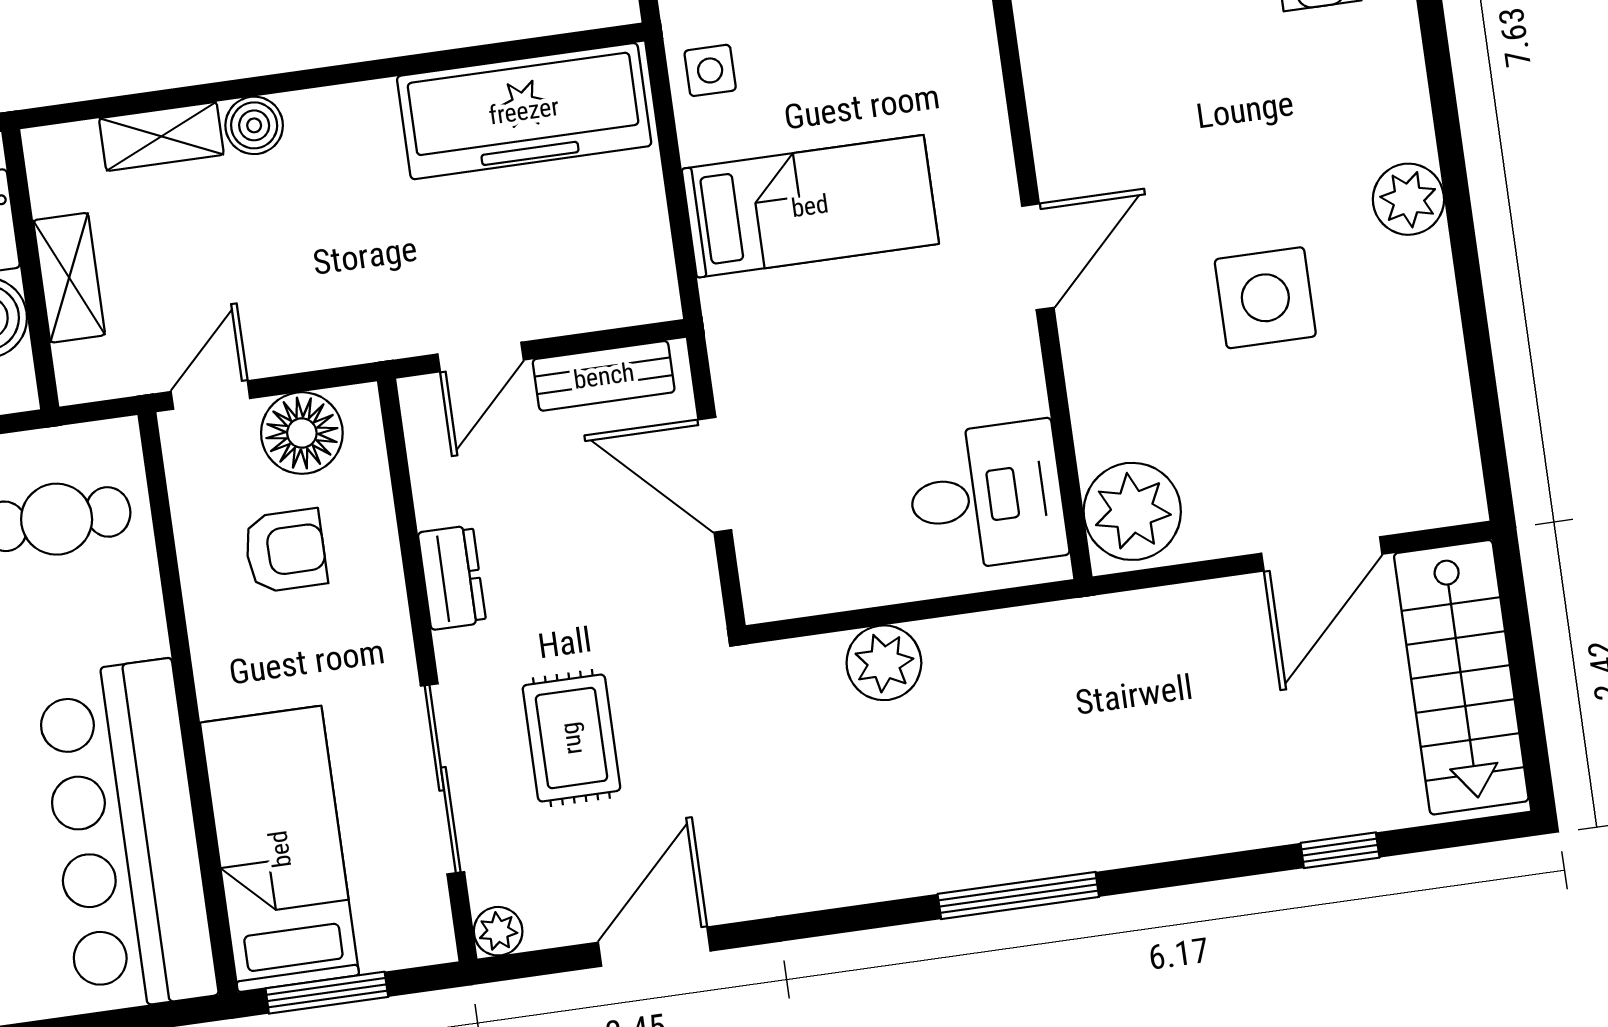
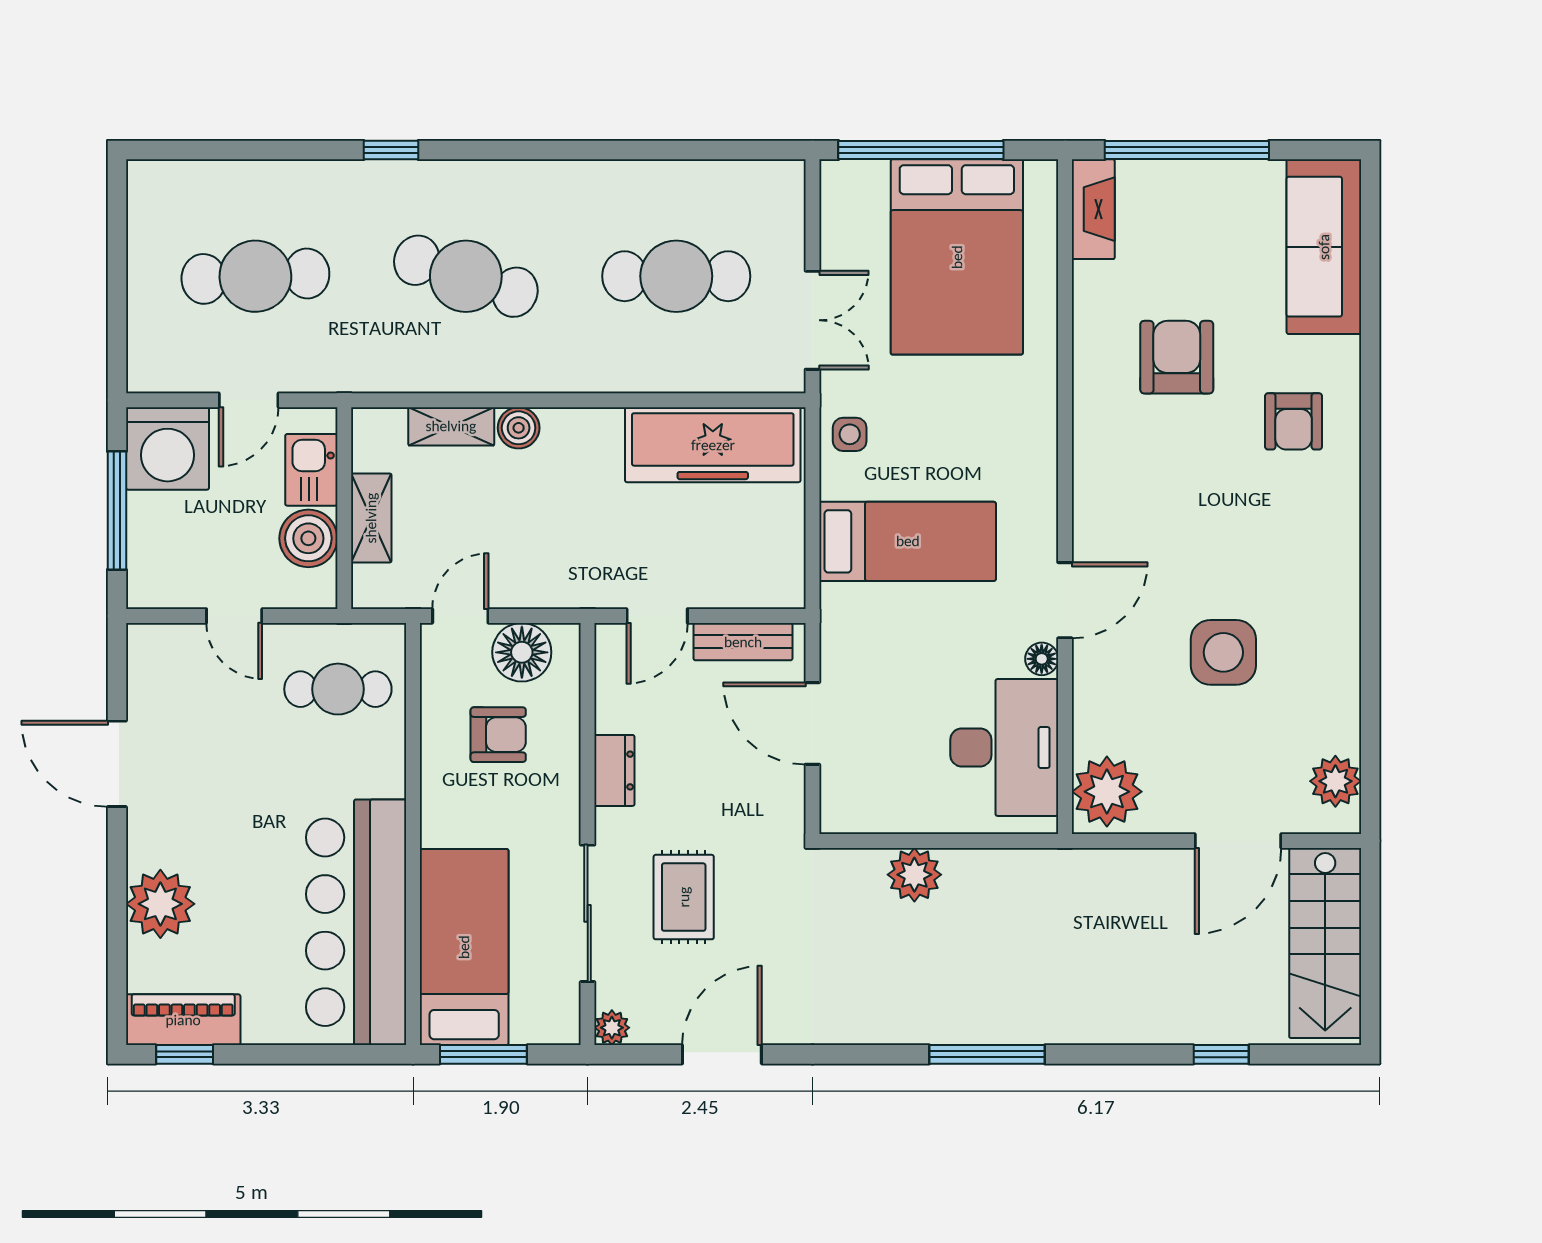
plant: (1408, 199) -> (1335, 781), moved
floor lamp: (1017, 342) -> (1042, 659), added
desk: (986, 496) -> (1004, 747), width x1.37

